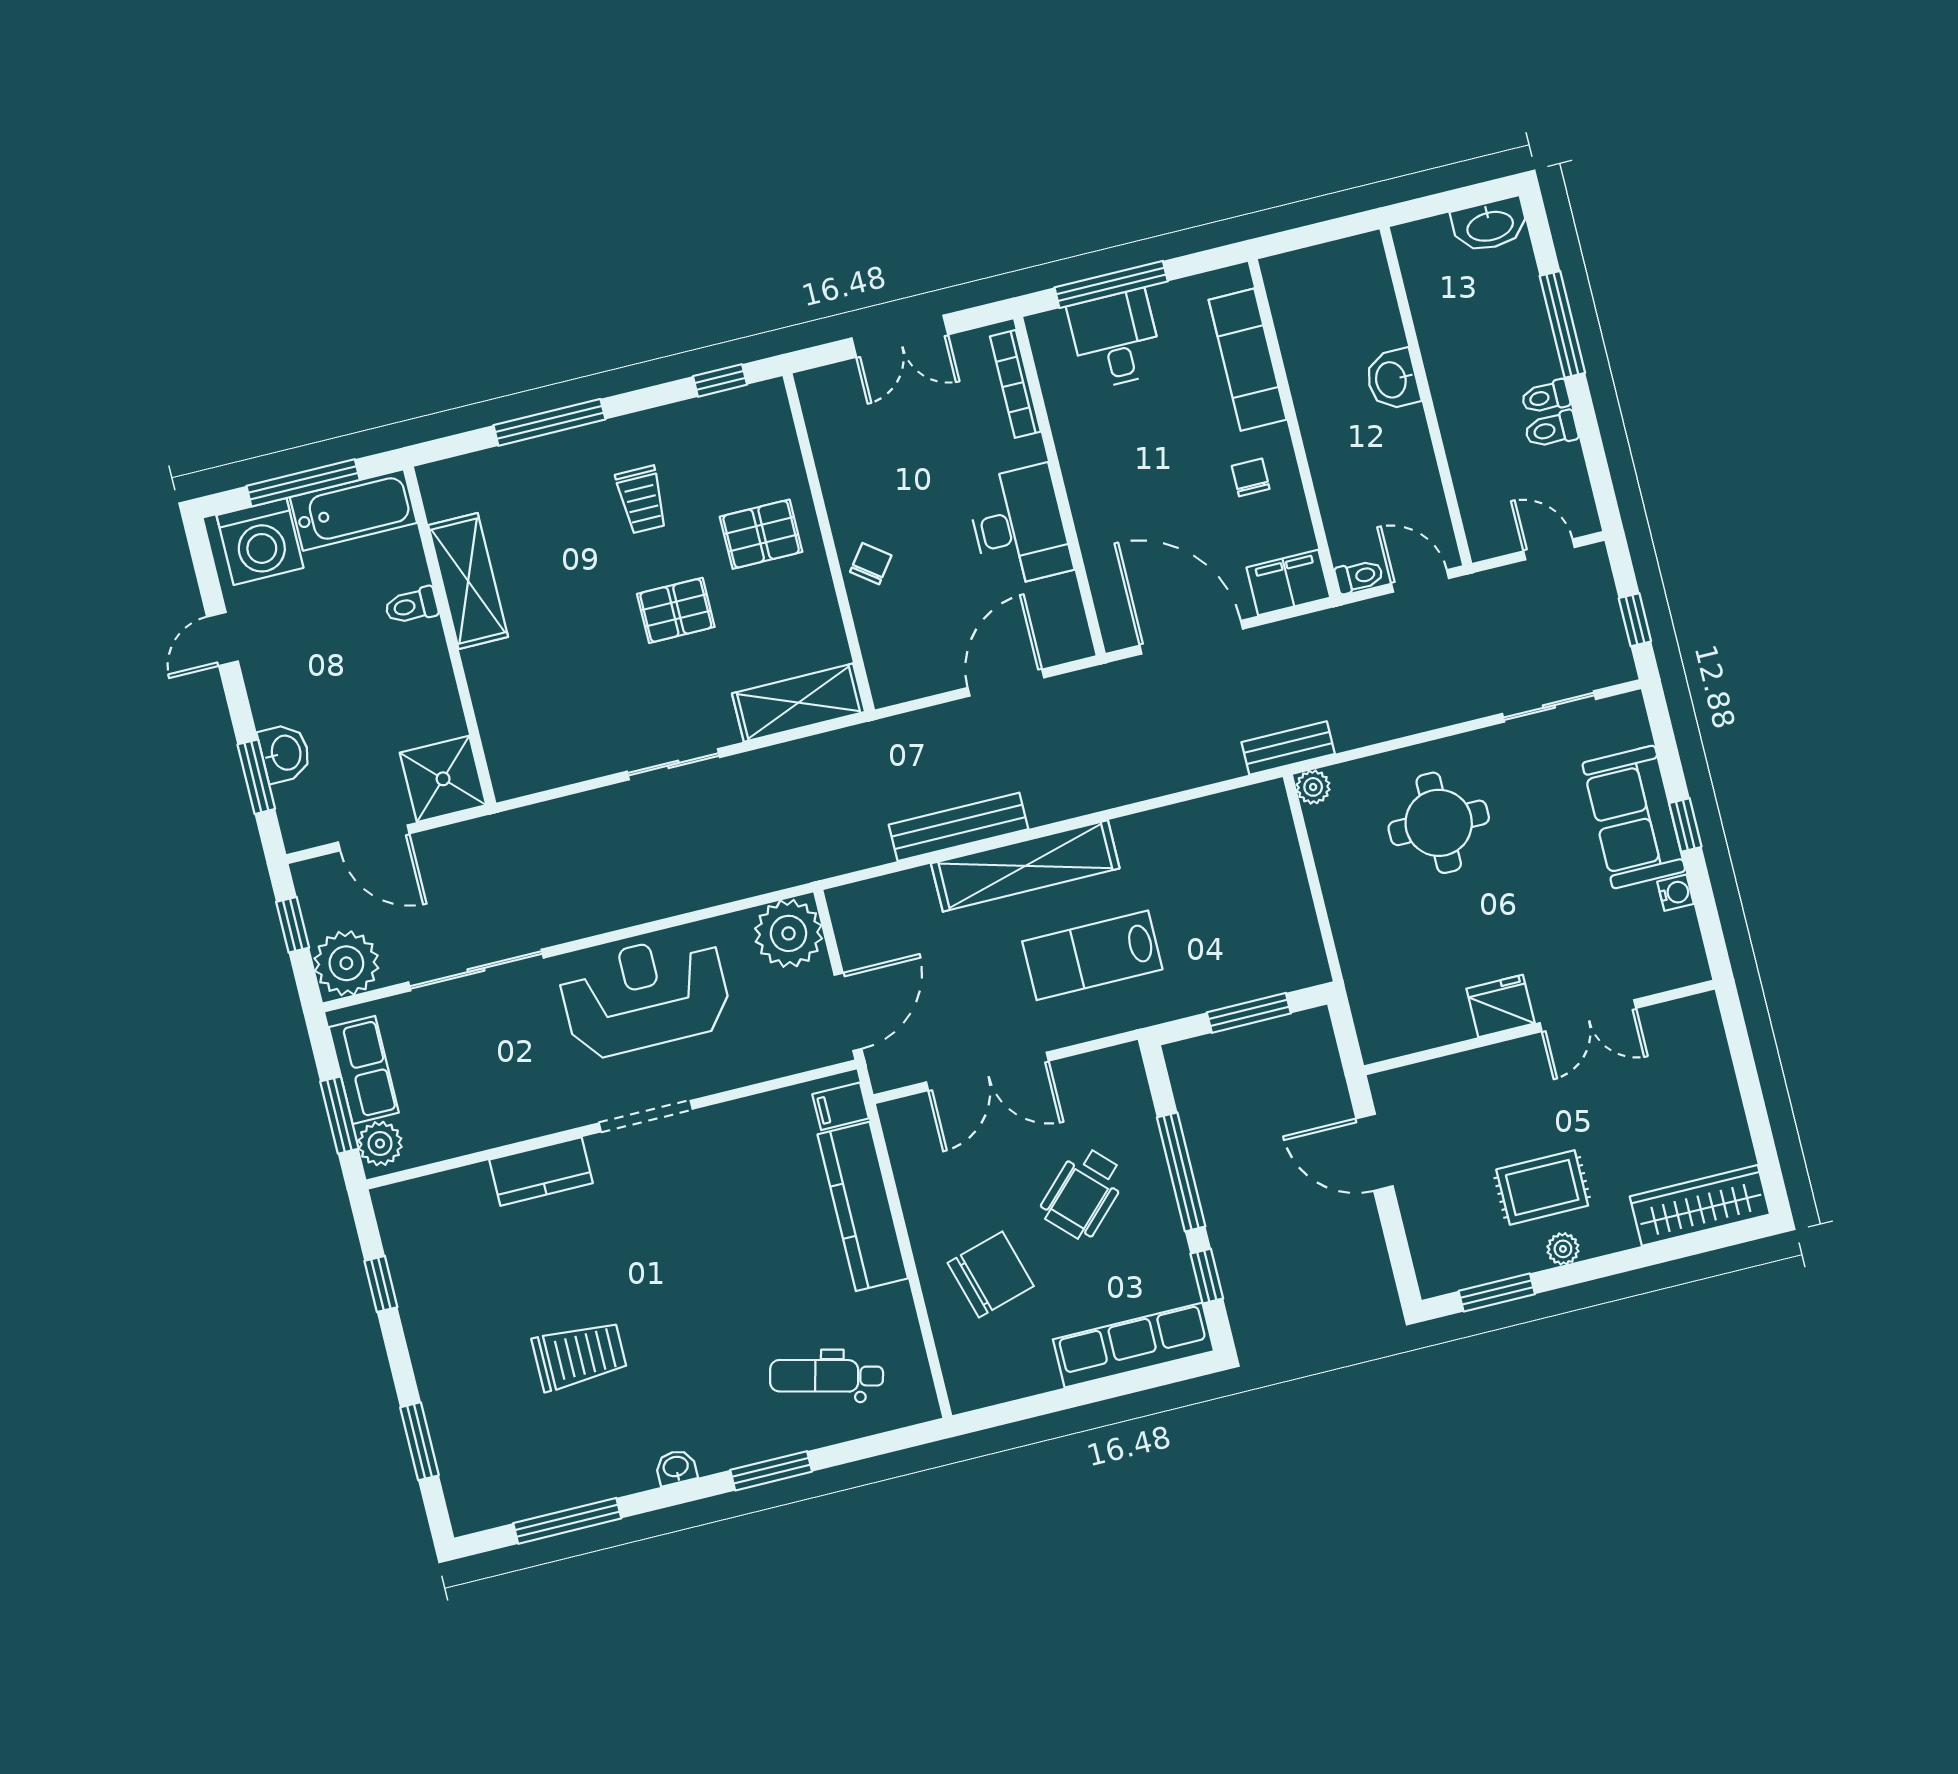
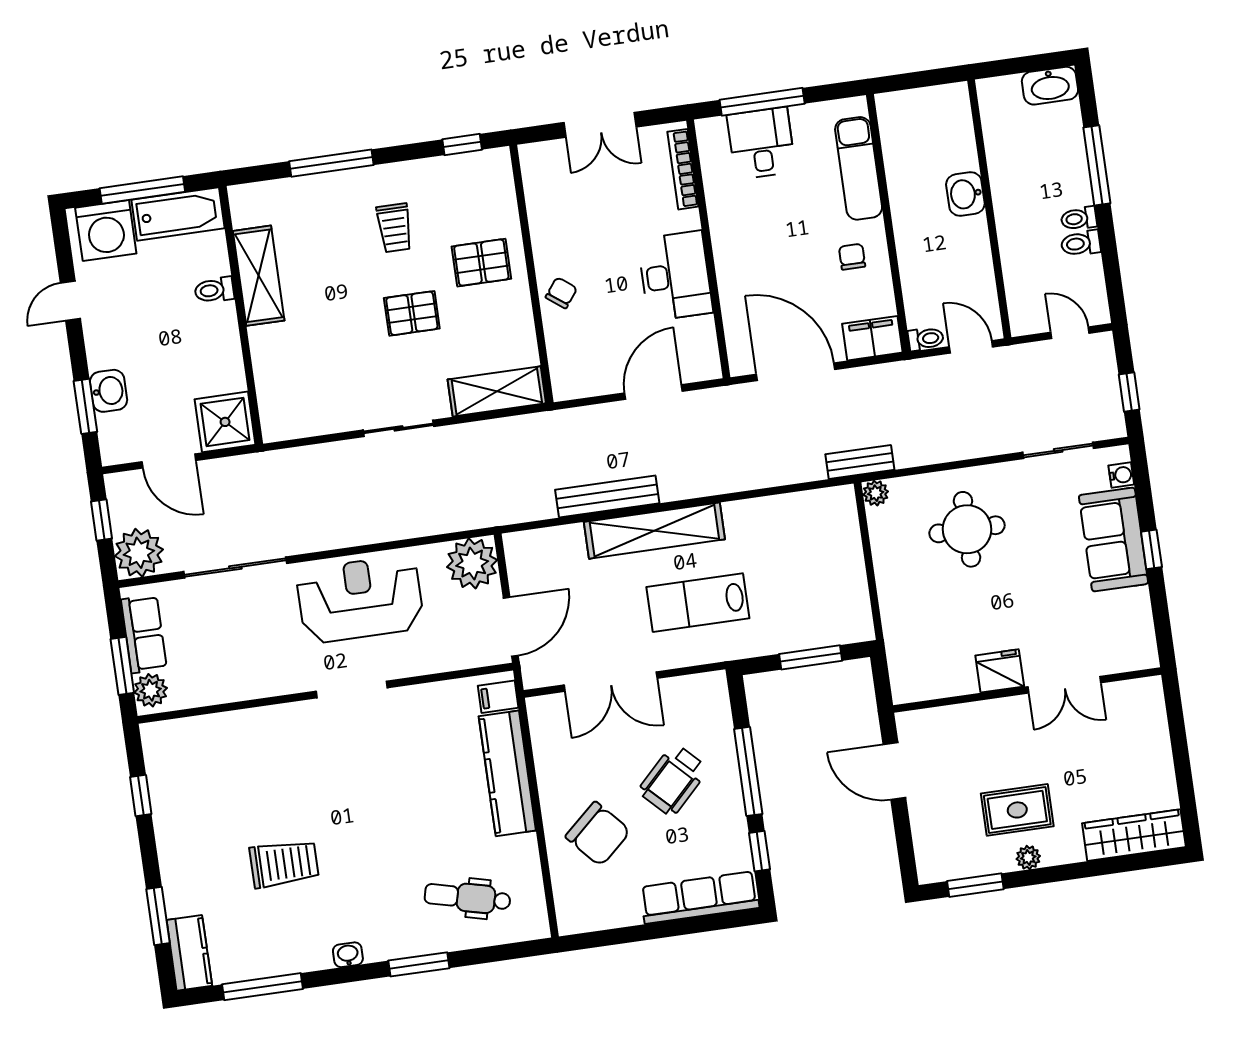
water cooler: (1675, 893) -> (1121, 475), moved
kitchen counter: (541, 1171) -> (189, 953), moved, turned -90
chair: (991, 1275) -> (598, 834), turned 64

